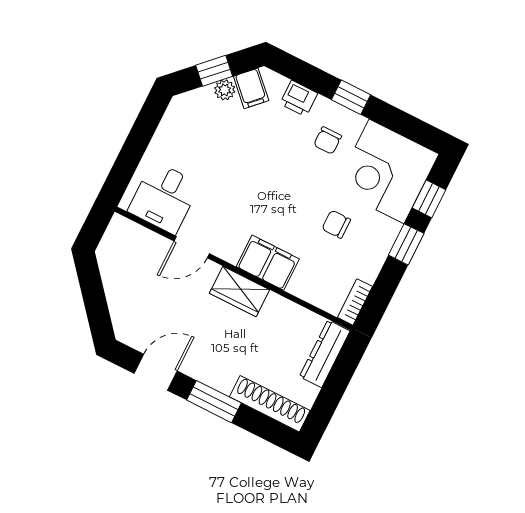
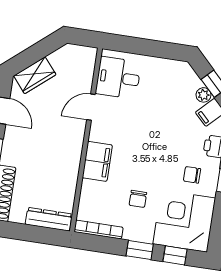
chair: (336, 224) -> (138, 199), turned 180
door: (192, 247) -> (91, 107), hinge flipped
wardrobe: (240, 291) -> (35, 75), moved, turned -130
bookcase: (355, 302) -> (98, 230), width x1.56

